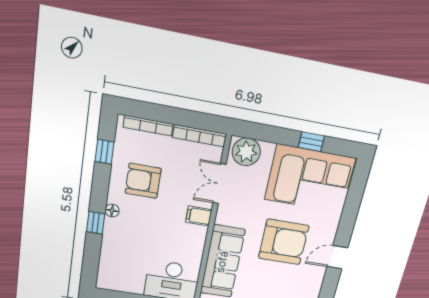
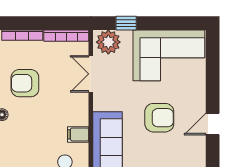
window: (311, 142) -> (126, 23), moved
filing cabinet: (199, 216) -> (78, 134), moved
armchair: (284, 242) -> (159, 118), width x0.73, depth x0.73

